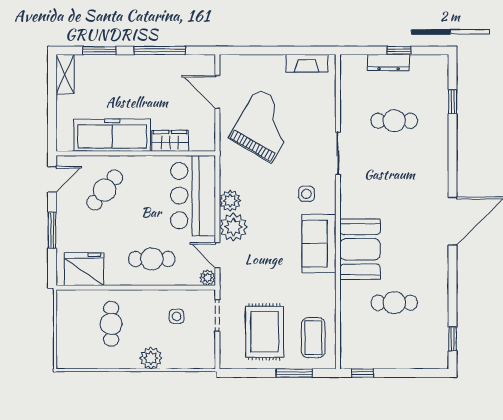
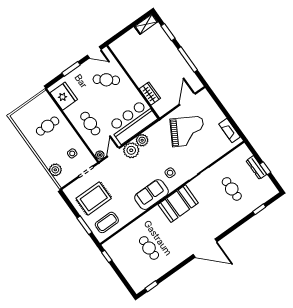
freezer: (112, 135) -> (134, 65), removed
booth: (360, 249) -> (178, 204), moved
plant: (151, 358) -> (55, 170), moved

